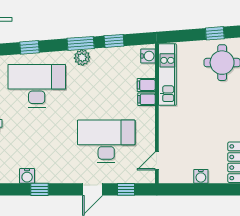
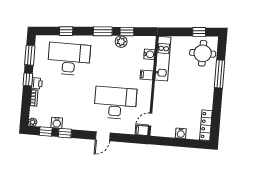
water cooler: (148, 56) -> (149, 54), moved
plant: (82, 58) -> (121, 42), moved
filing cabinet: (146, 85) -> (142, 130), moved
window: (126, 189) -> (46, 132), moved

